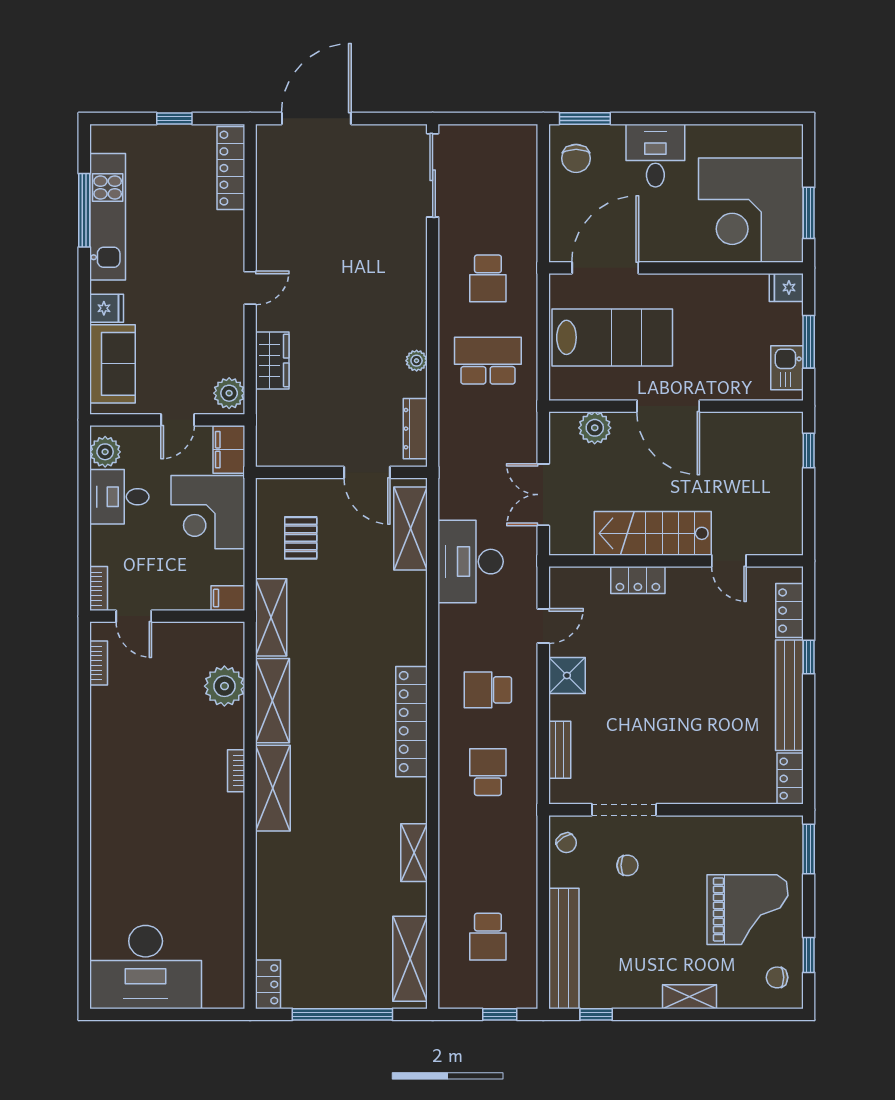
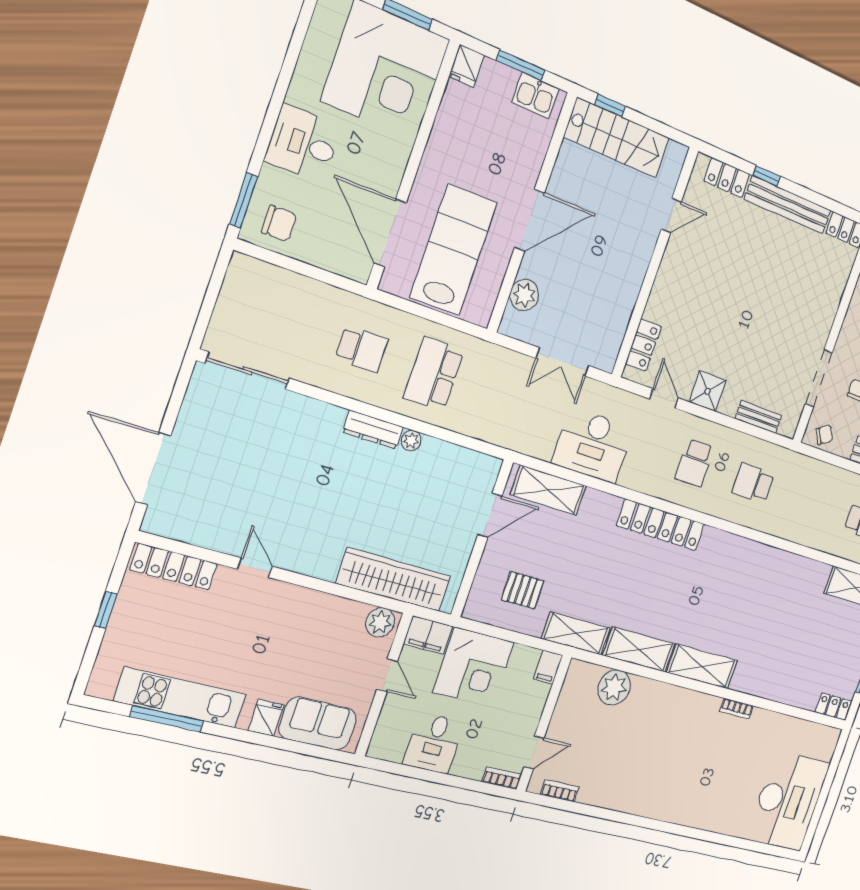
door: (250, 288) -> (255, 568), moved
wardrobe: (272, 360) -> (394, 580), width x2.10, depth x1.17
dresser: (415, 429) -> (373, 430), moved
plant: (105, 452) -> (392, 747), removed
stairs: (653, 533) -> (617, 138), moved, turned -90
locker: (638, 580) -> (643, 345), moved
locker: (411, 722) -> (661, 525), moved
bookcase: (236, 771) -> (736, 709), moved
shelving: (414, 853) -> (787, 563), removed

